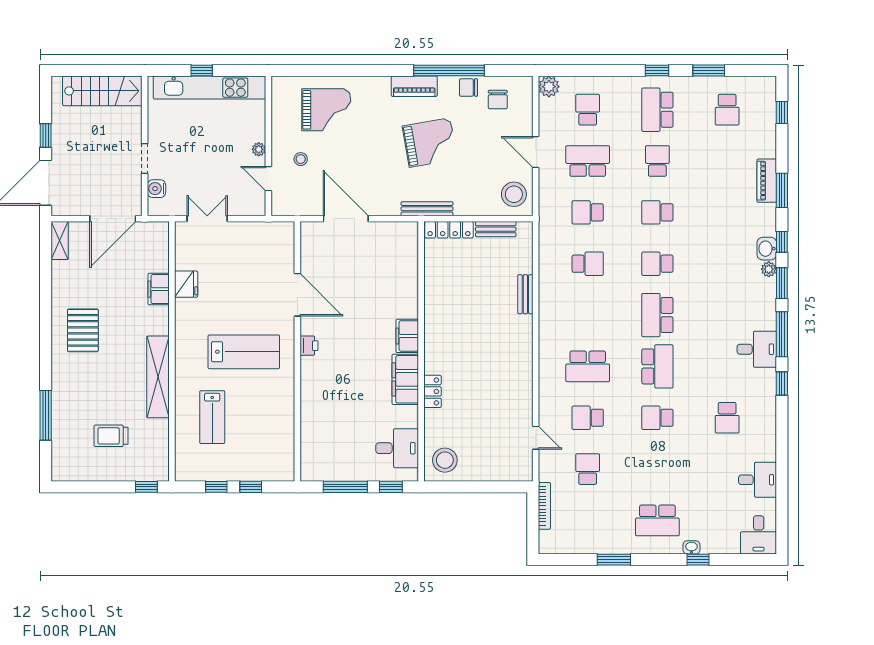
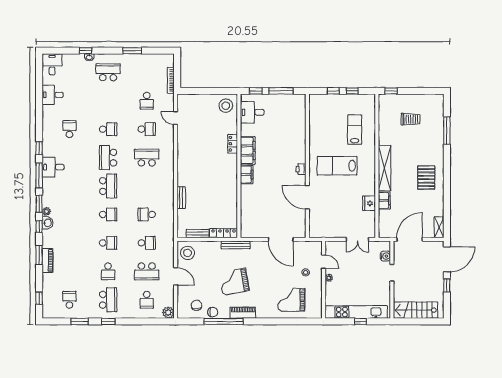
shelving: (158, 377) -> (385, 168), moved

